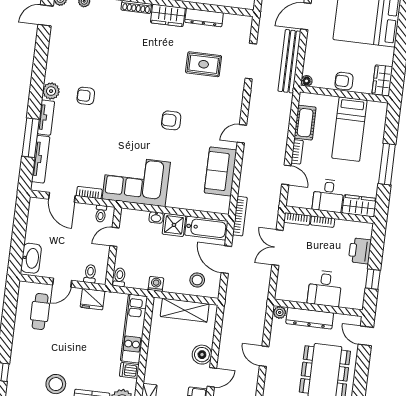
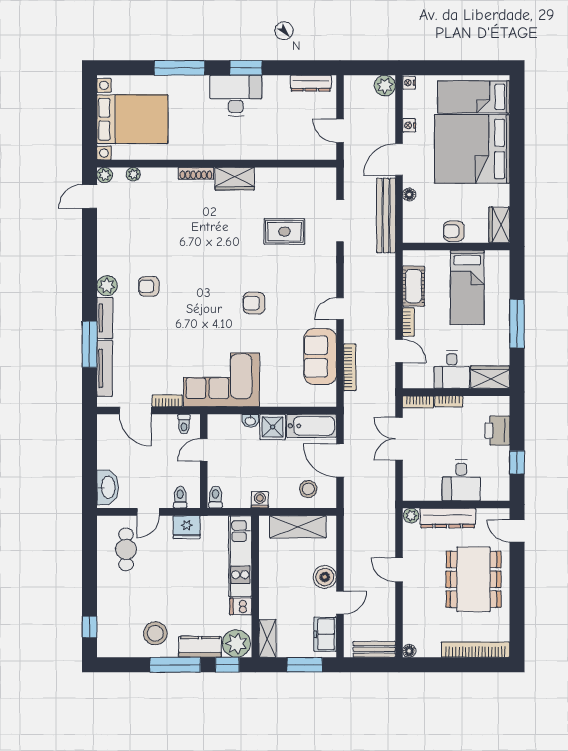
dresser: (204, 18) -> (278, 176), removed
floor lamp: (307, 81) -> (409, 195), moved
bookcase: (240, 216) -> (350, 367), moved

